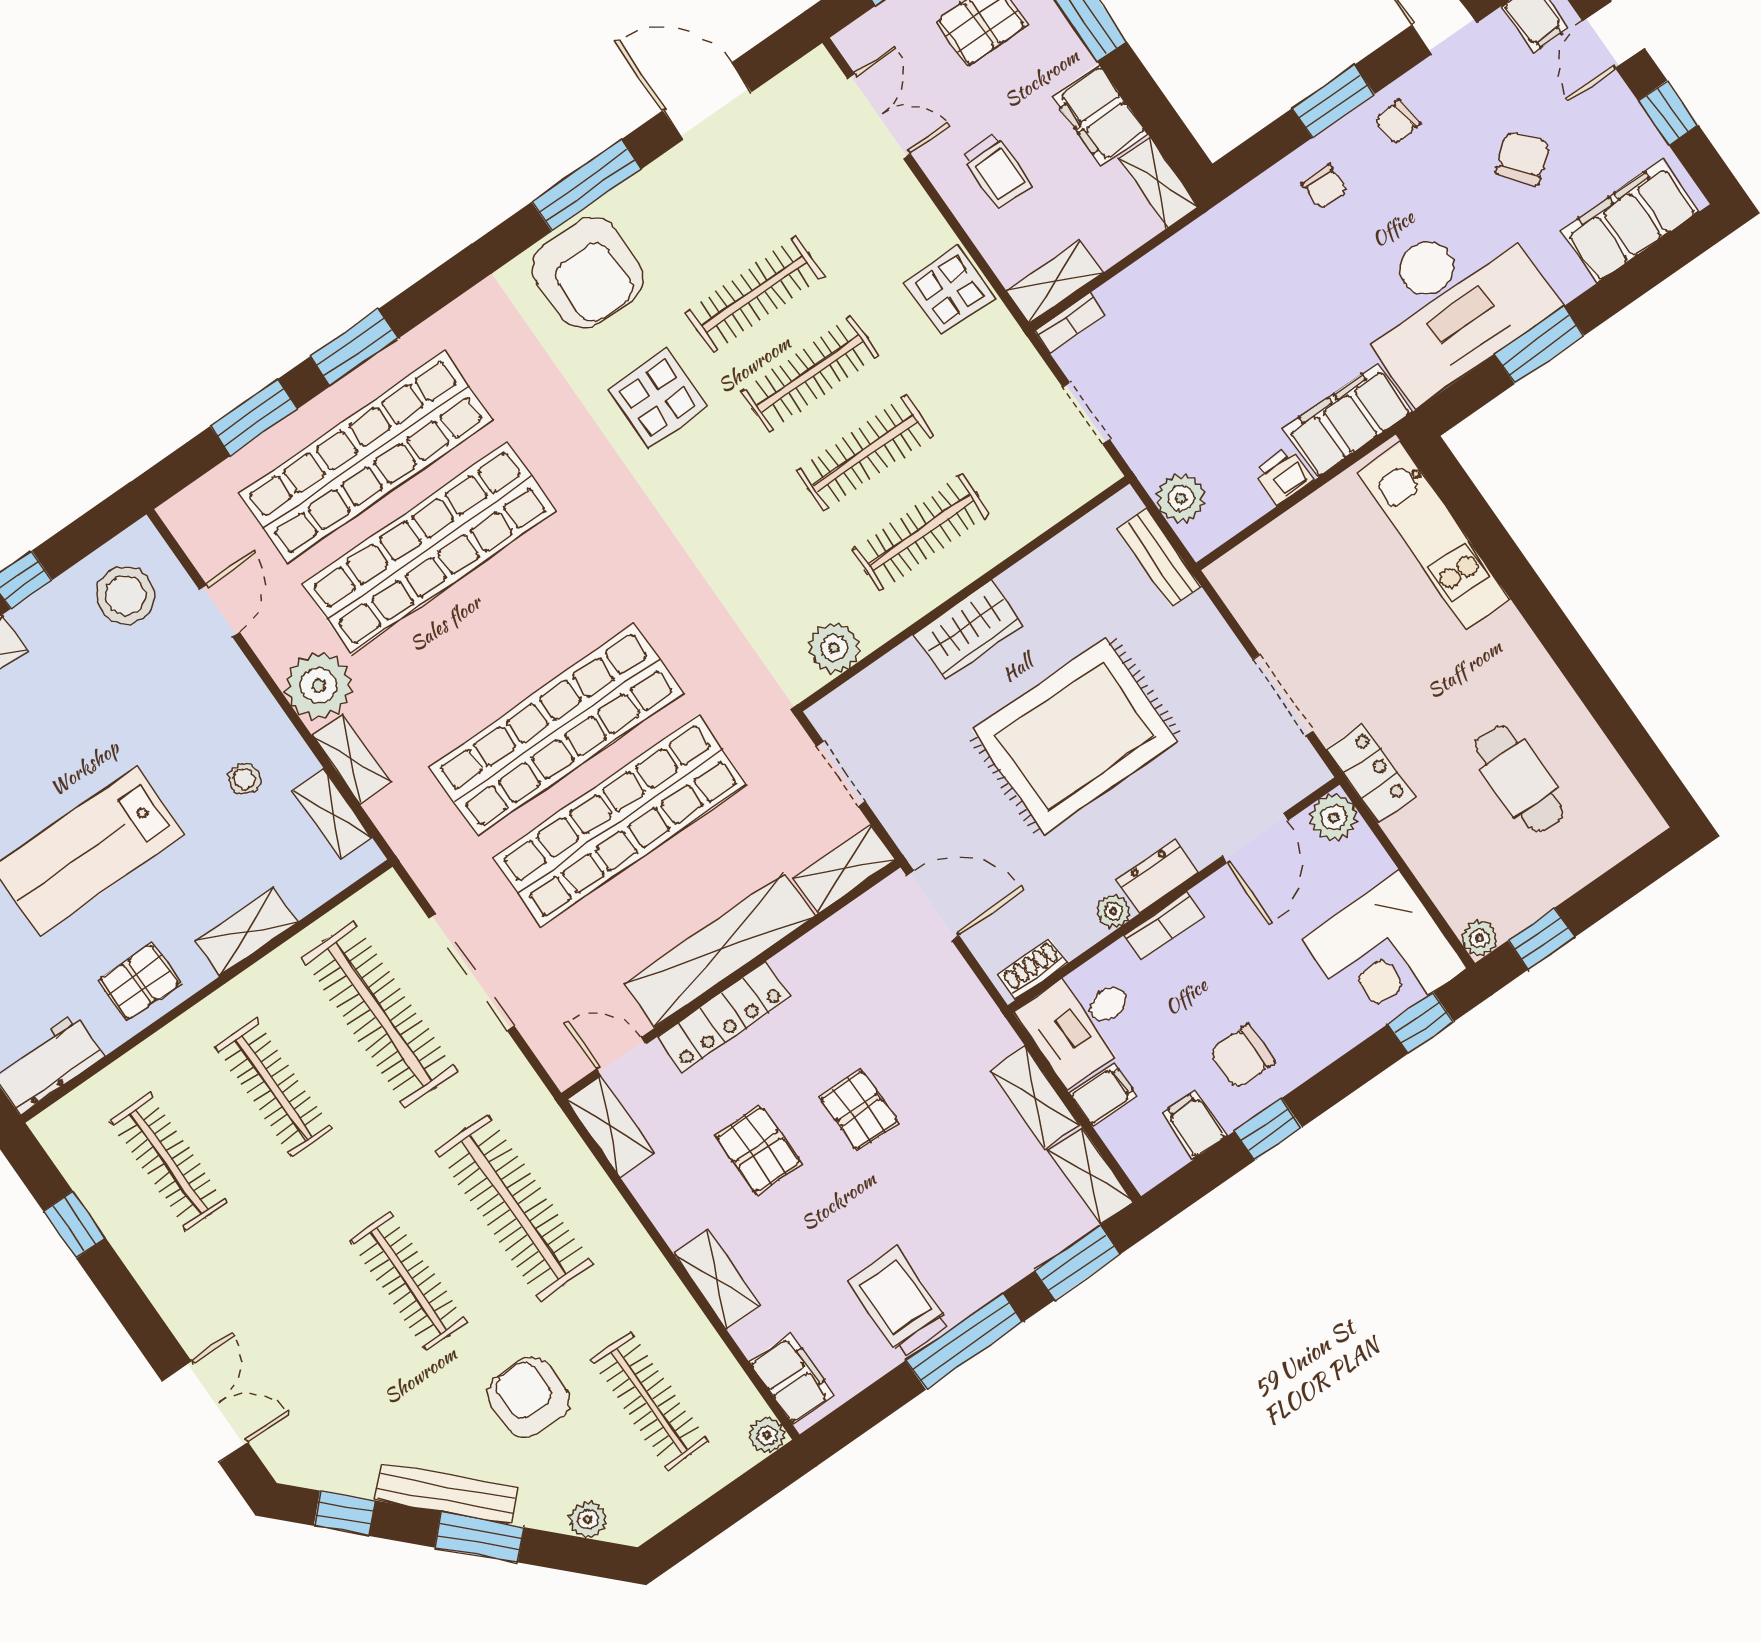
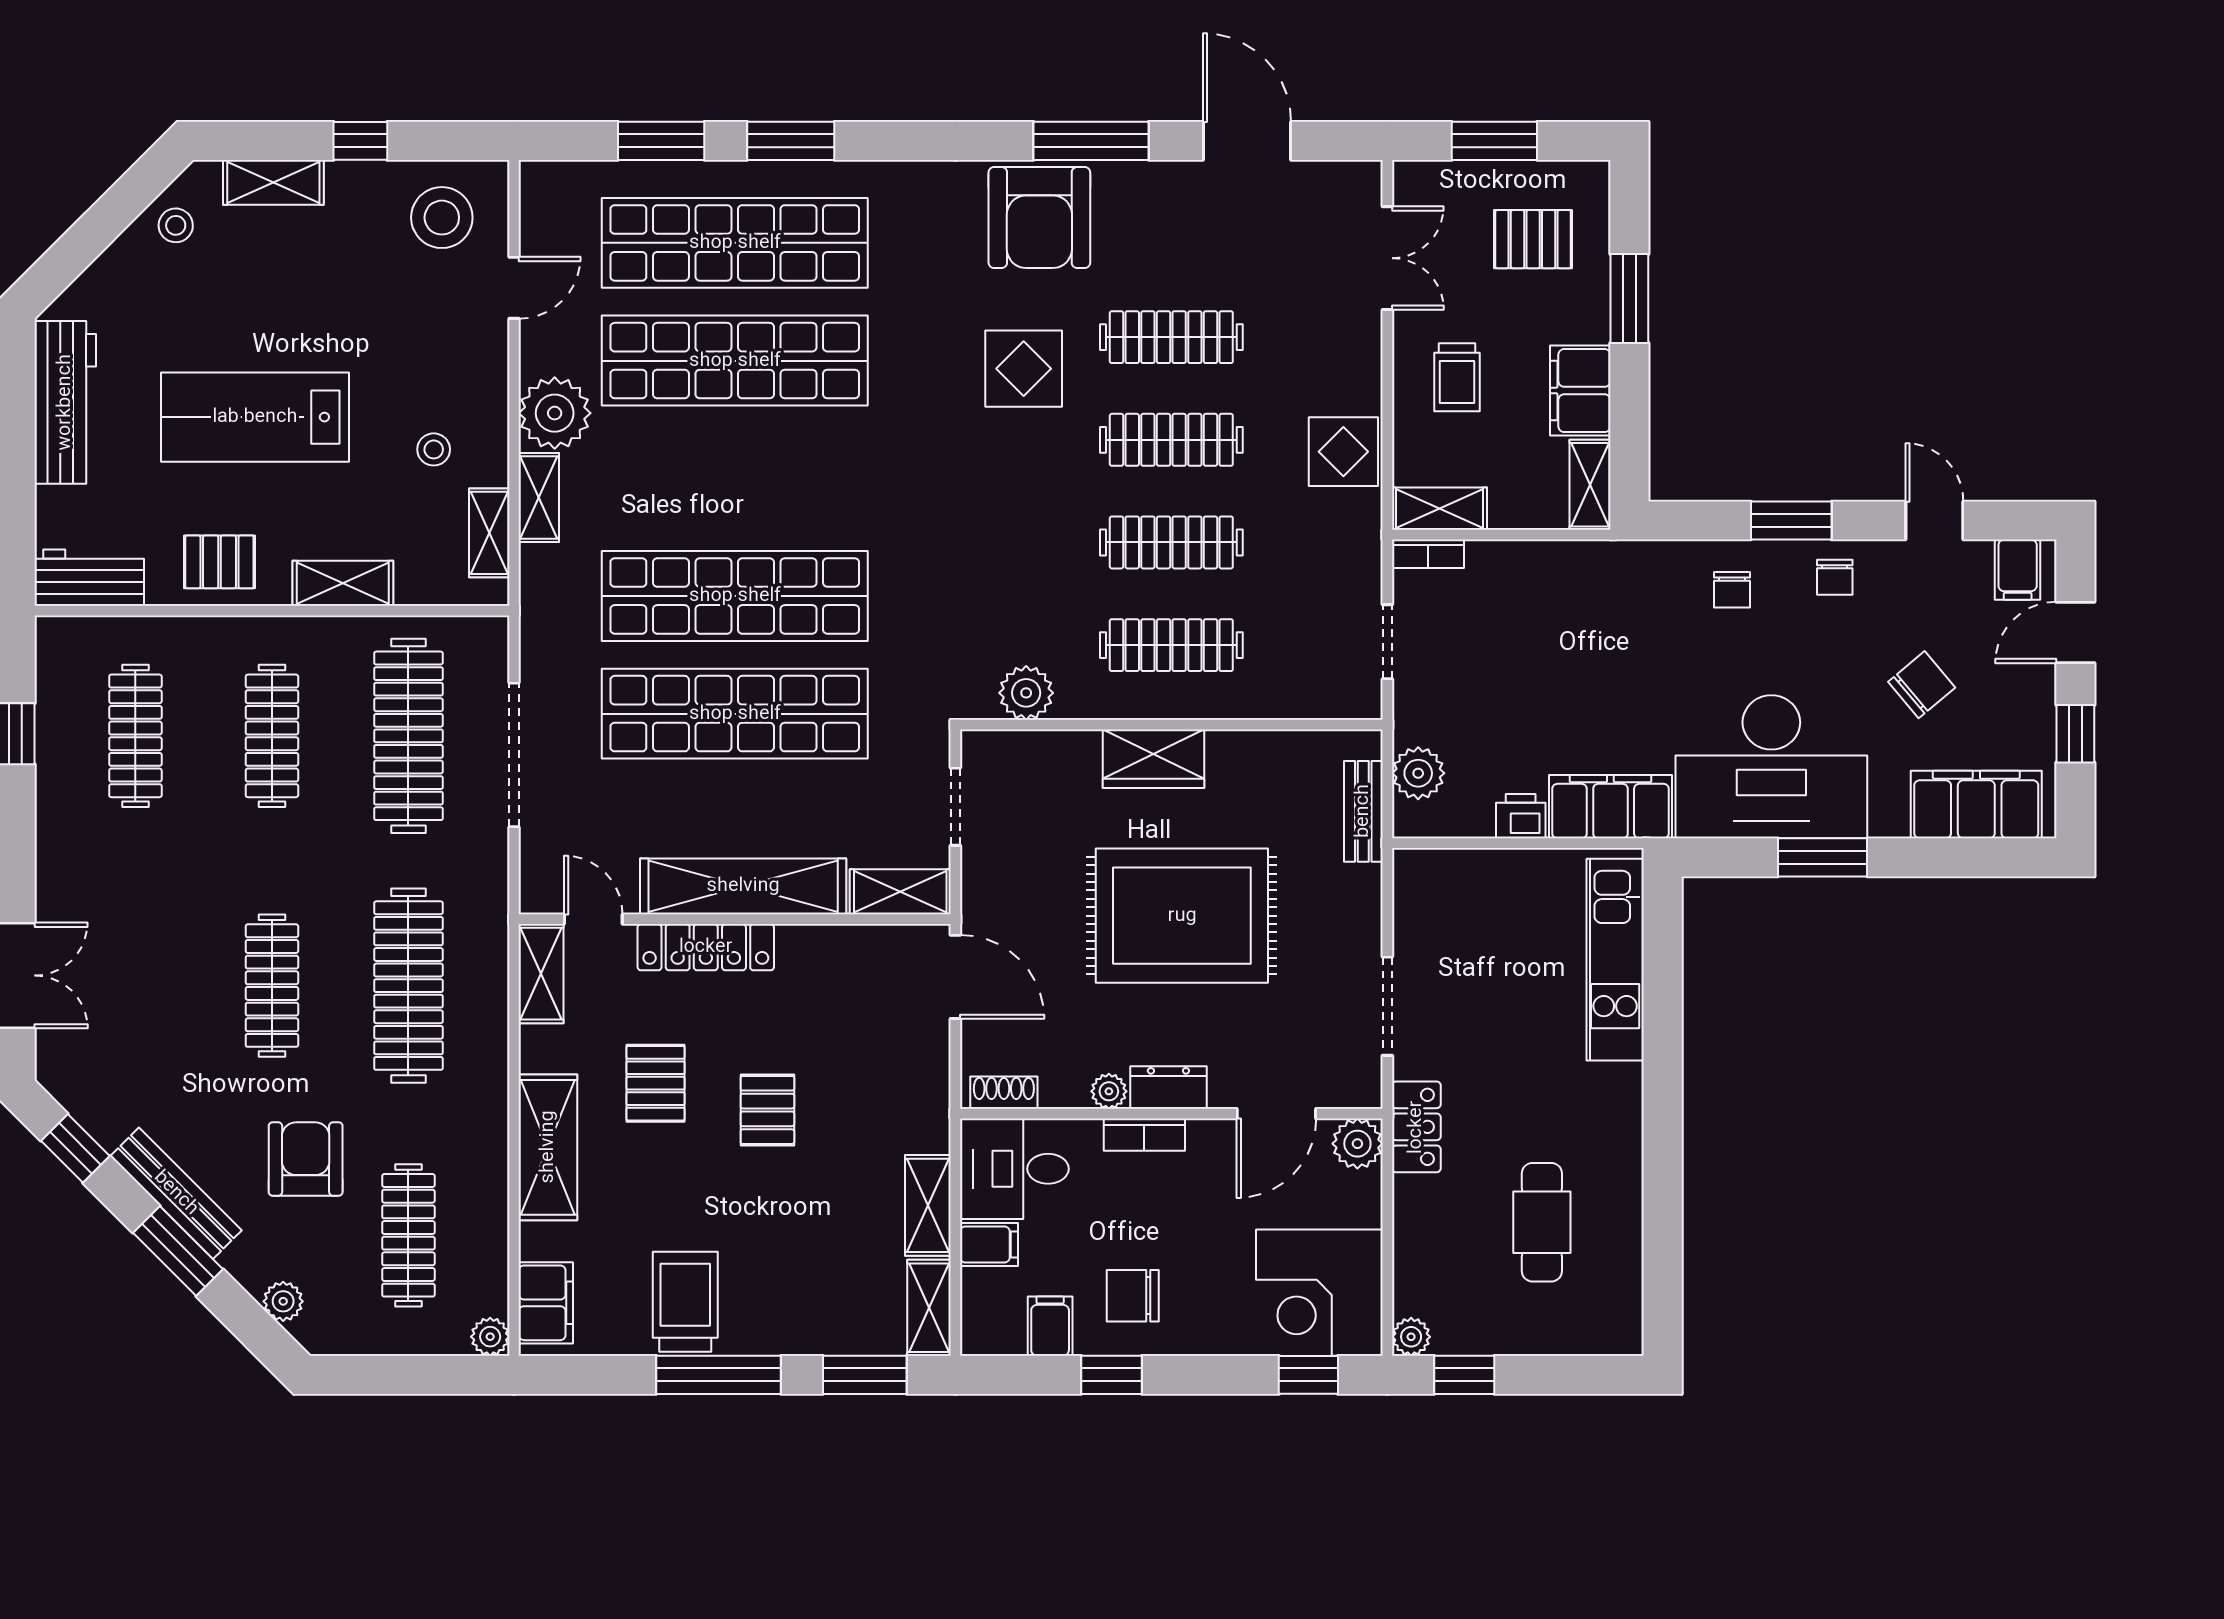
chair: (1397, 122) -> (1835, 577), turned -84
shelving: (717, 1280) -> (548, 1147), width x1.50, depth x1.33

